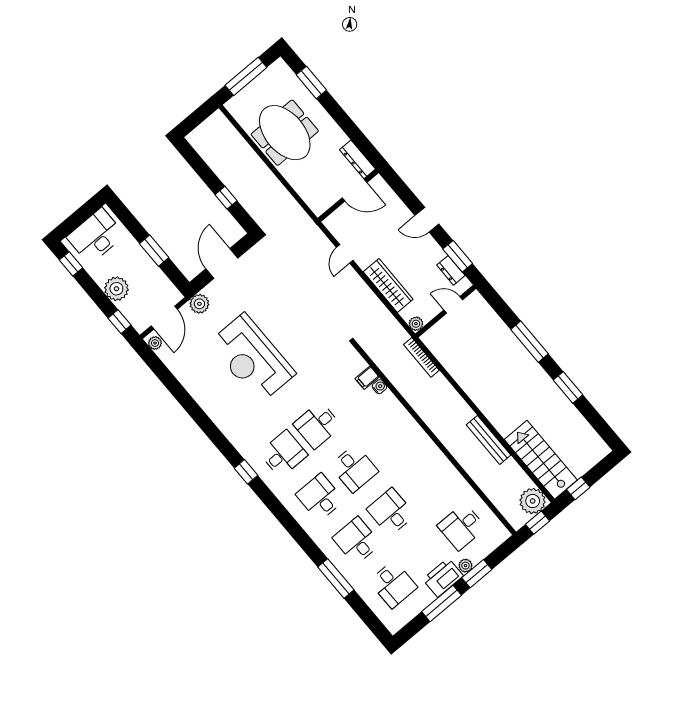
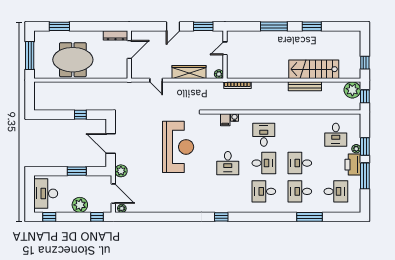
dresser: (451, 270) -> (207, 35), removed
reception desk: (252, 358) -> (178, 147), moved, turned -90
desk: (283, 454) -> (264, 135), moved
stairs: (541, 460) -> (314, 69), moved

